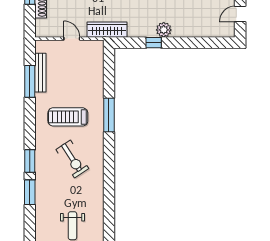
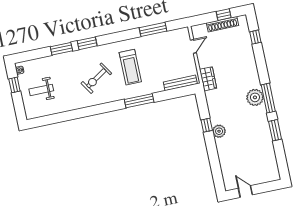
wardrobe: (107, 30) -> (208, 79), width x0.67
door: (72, 39) -> (193, 46), moved
bench: (40, 73) -> (180, 83), moved
treadmill: (68, 117) -> (130, 67), turned 180

